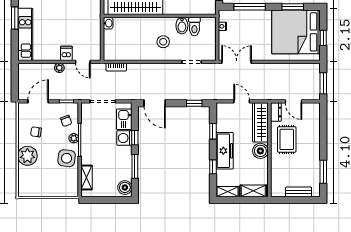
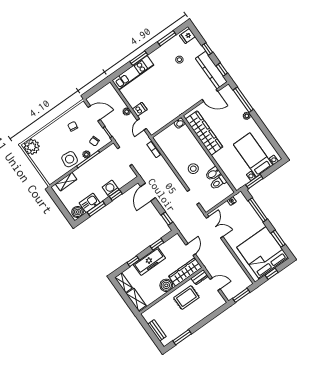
door: (294, 101) -> (215, 284), swing flipped
kitchen sink: (124, 119) -> (90, 203), moved
plant: (27, 156) -> (32, 147), moved

